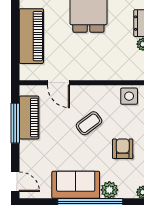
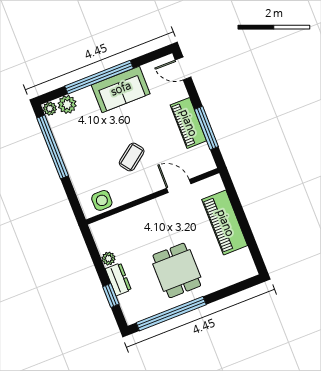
piano: (29, 118) -> (188, 123), moved
armchair: (123, 149) -> (87, 145), removed
plant: (109, 190) -> (67, 104), moved

